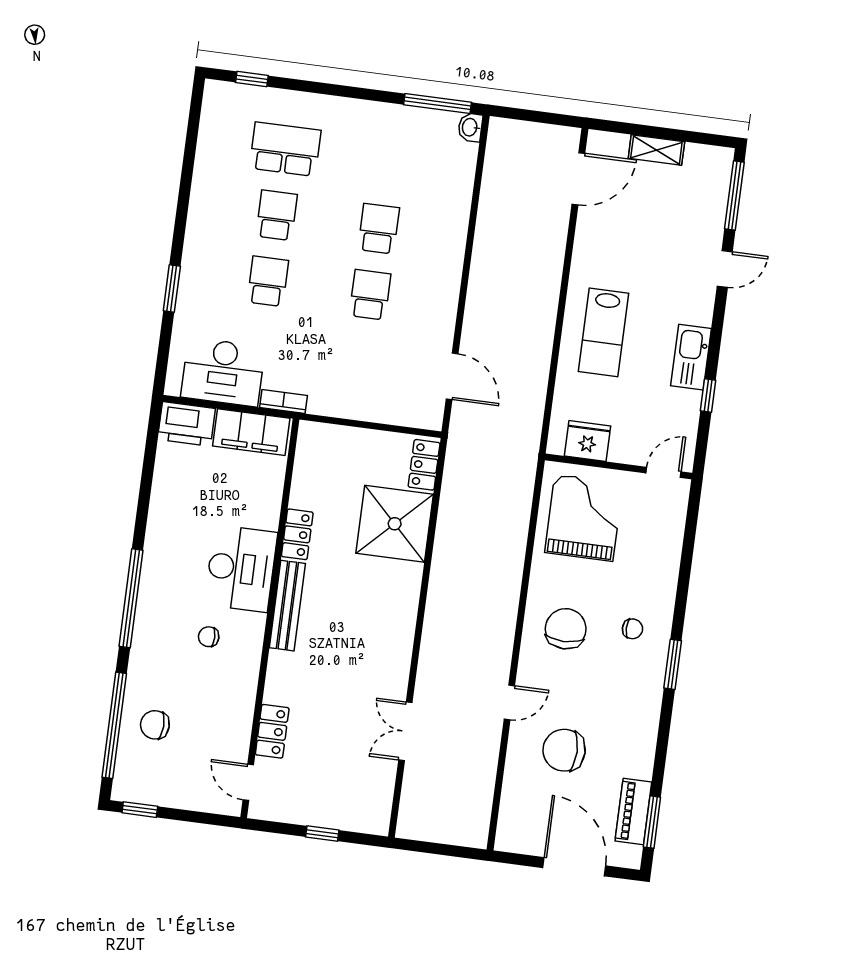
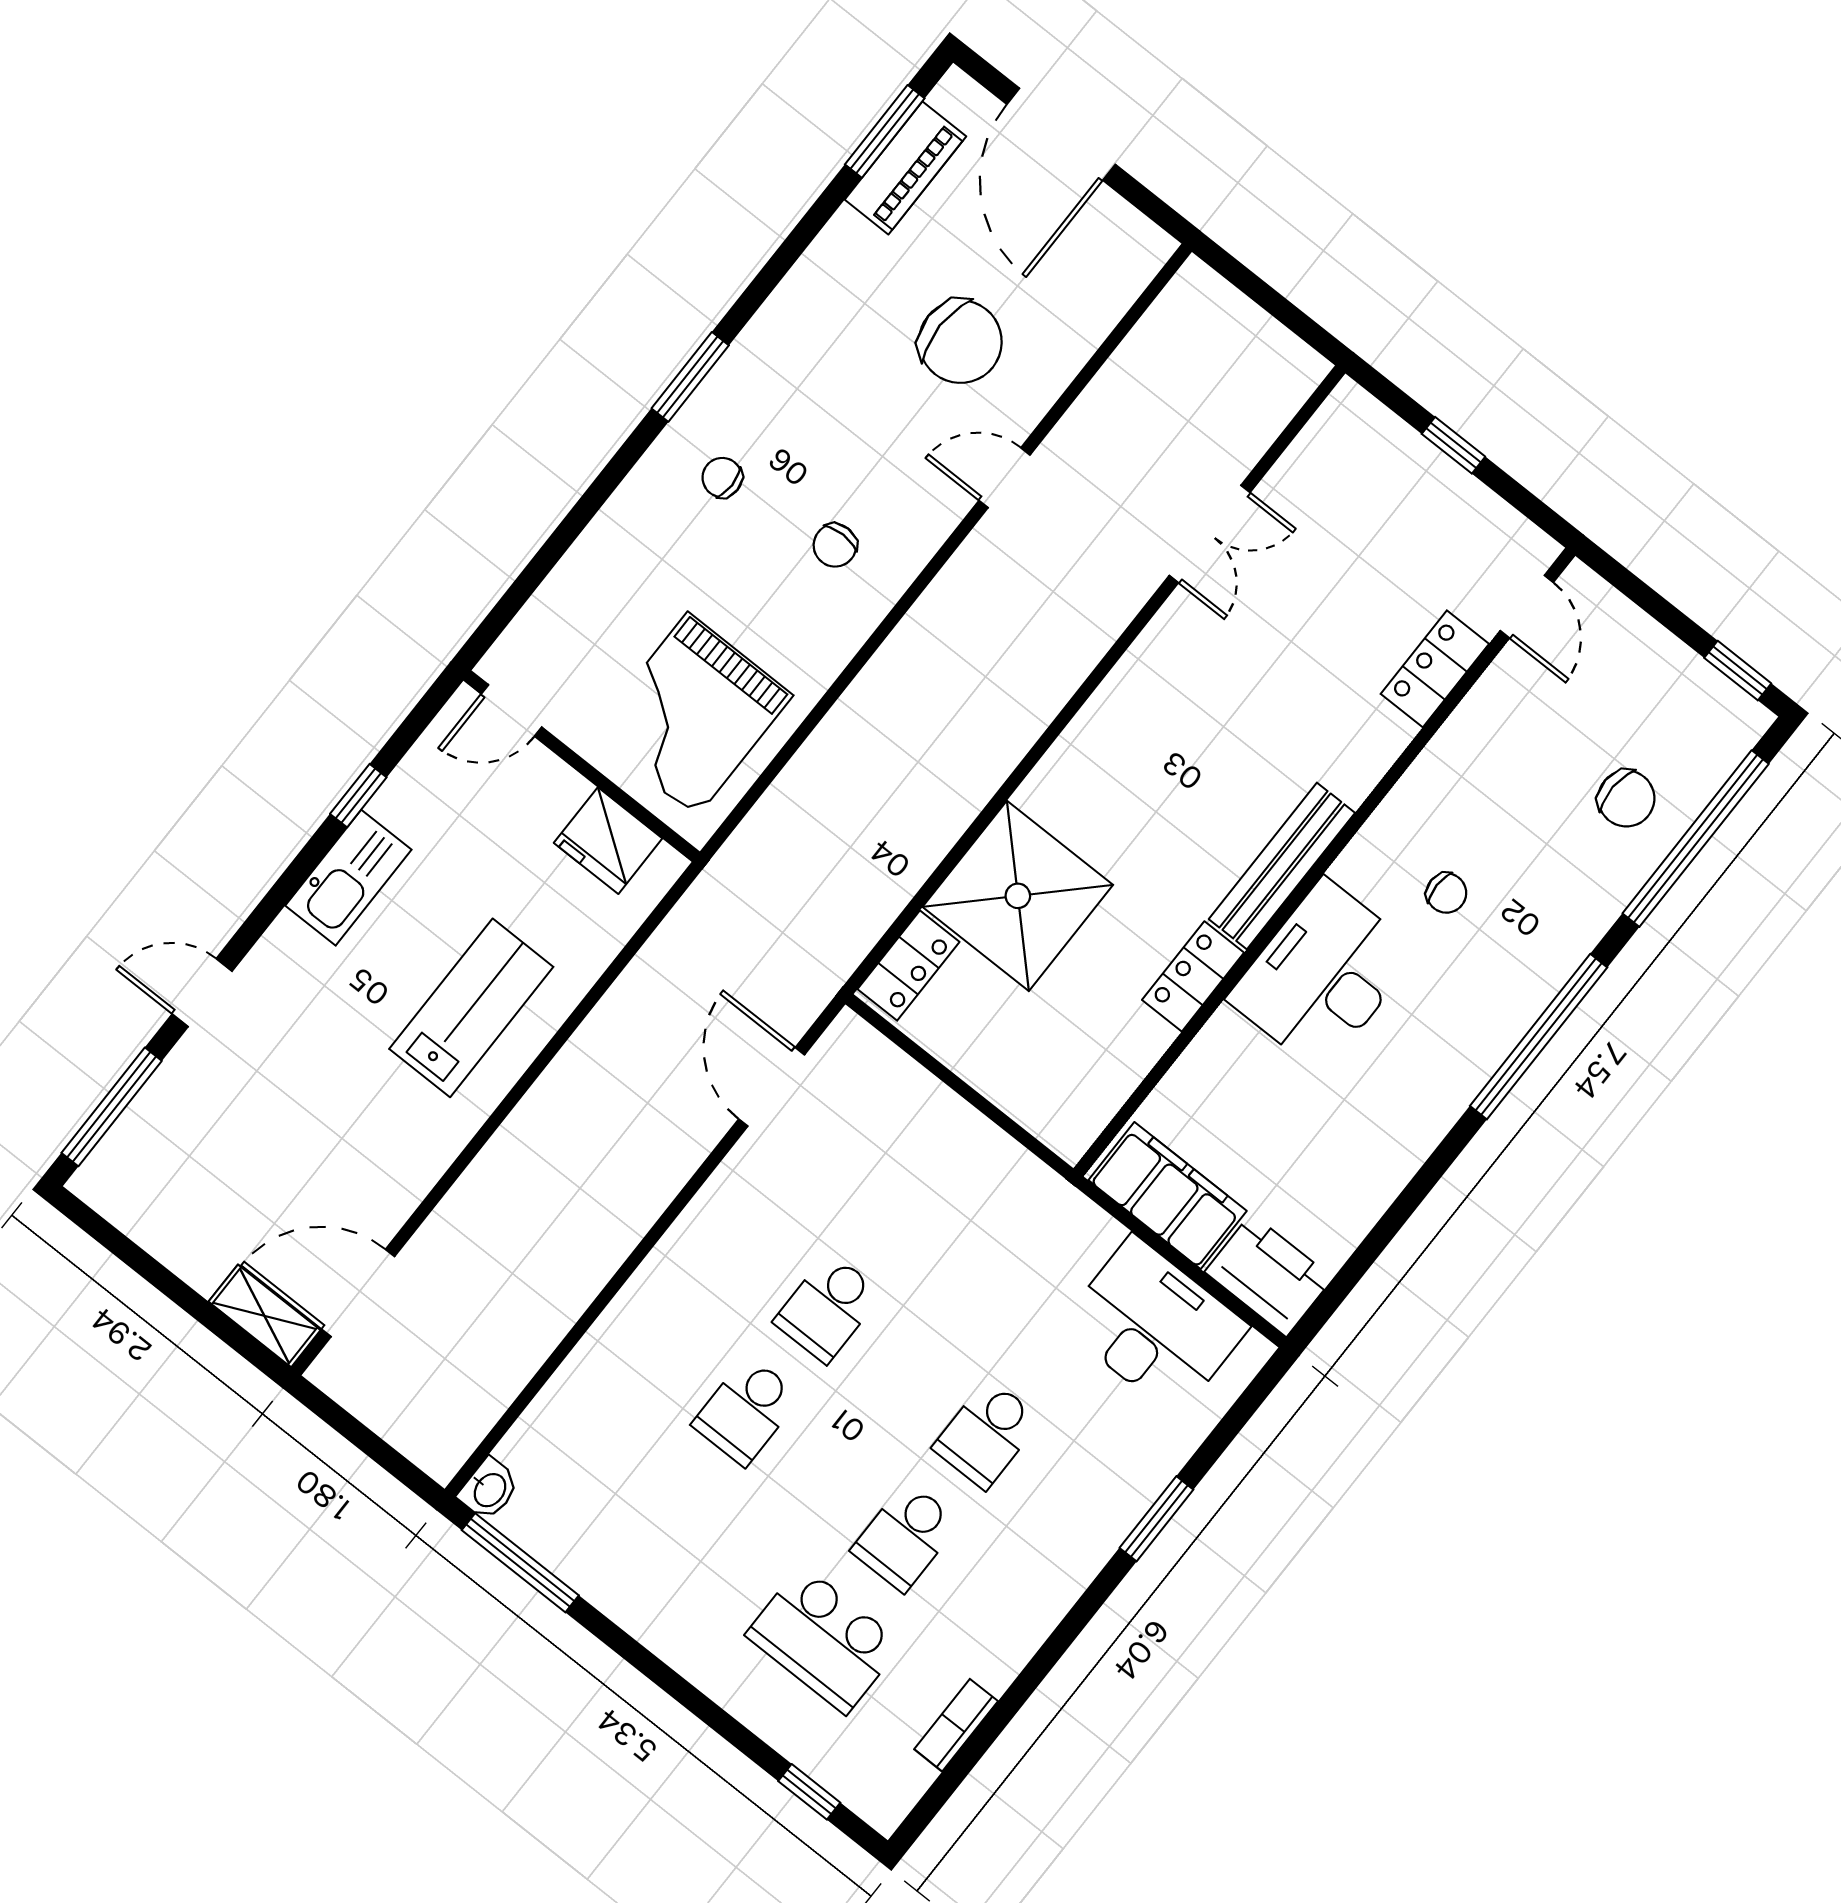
shelving: (656, 150) -> (265, 1316), moved
bookcase: (283, 401) -> (956, 1725), moved, turned 90
chair: (566, 629) -> (835, 545), width x0.54, depth x0.54

